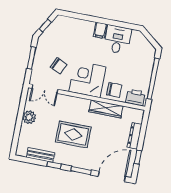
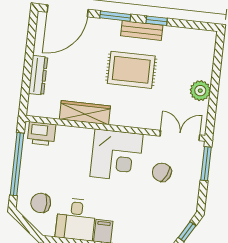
window: (31, 58) -> (206, 164), moved
chair: (114, 90) -> (41, 203), moved
bench: (40, 155) -> (142, 30), moved
window: (138, 157) -> (31, 43), removed

